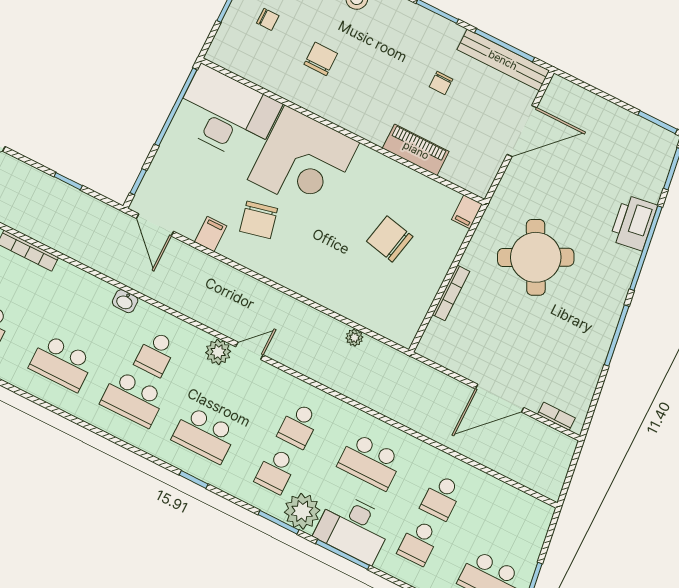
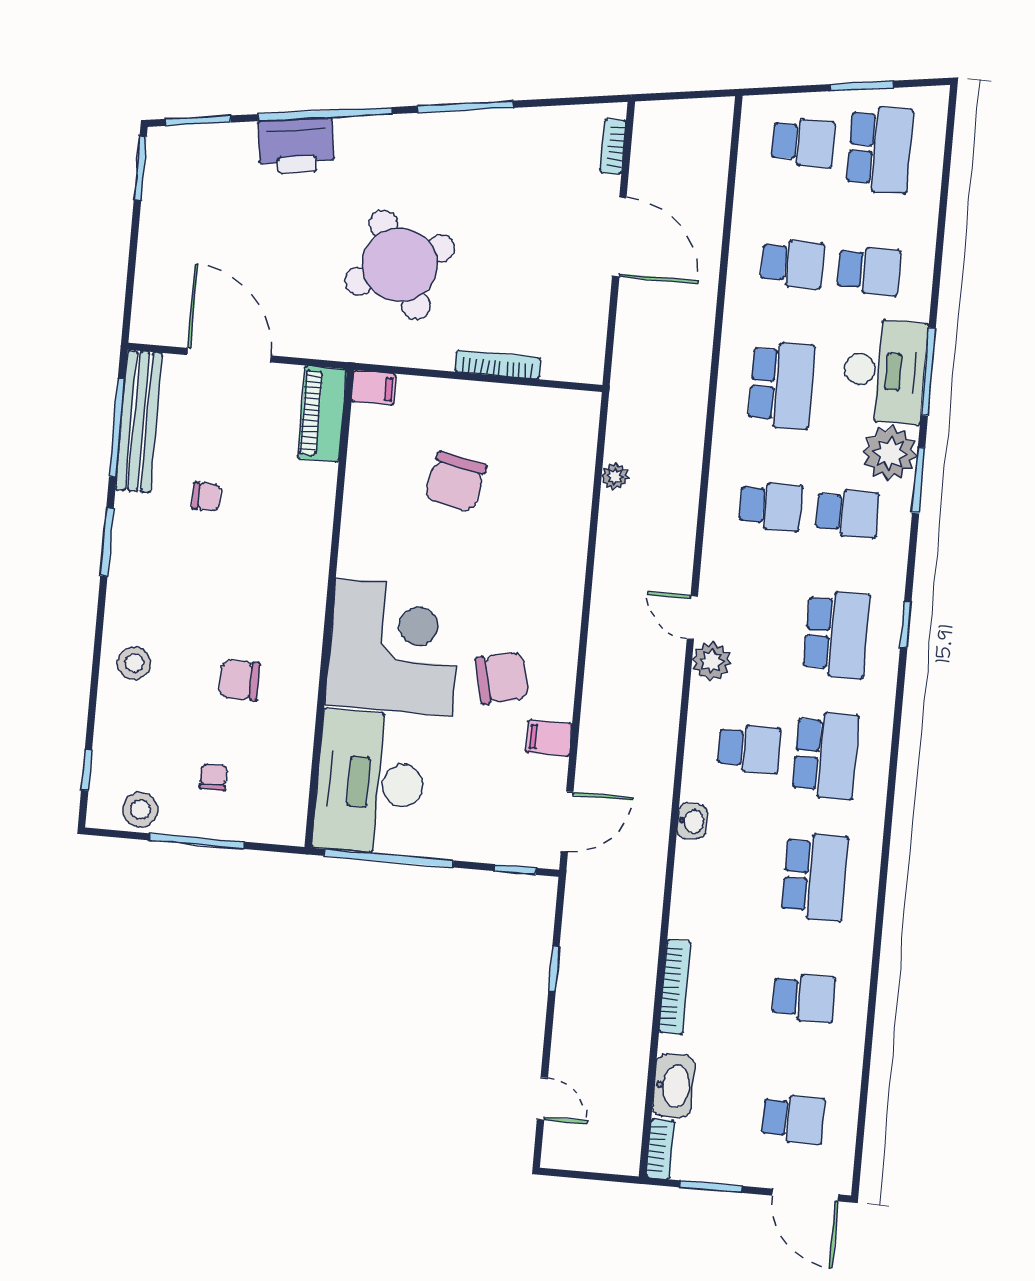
piano: (416, 150) -> (322, 414), moved
school desk: (513, 533) -> (803, 143), added

